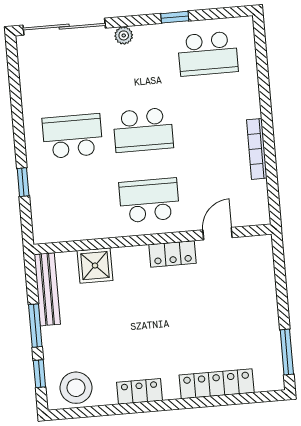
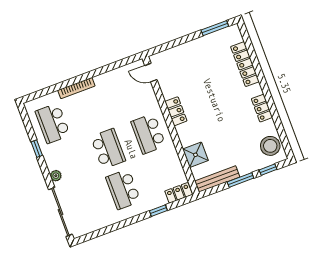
school desk: (208, 54) -> (53, 123), turned 180
bookcase: (257, 149) -> (76, 88), moved
locker: (42, 222) -> (179, 193), added
door: (218, 234) -> (151, 73), moved

